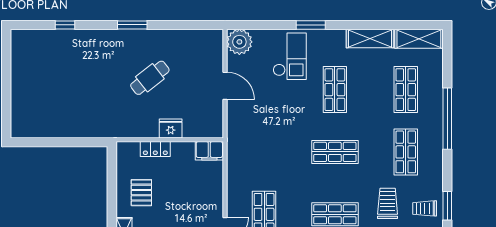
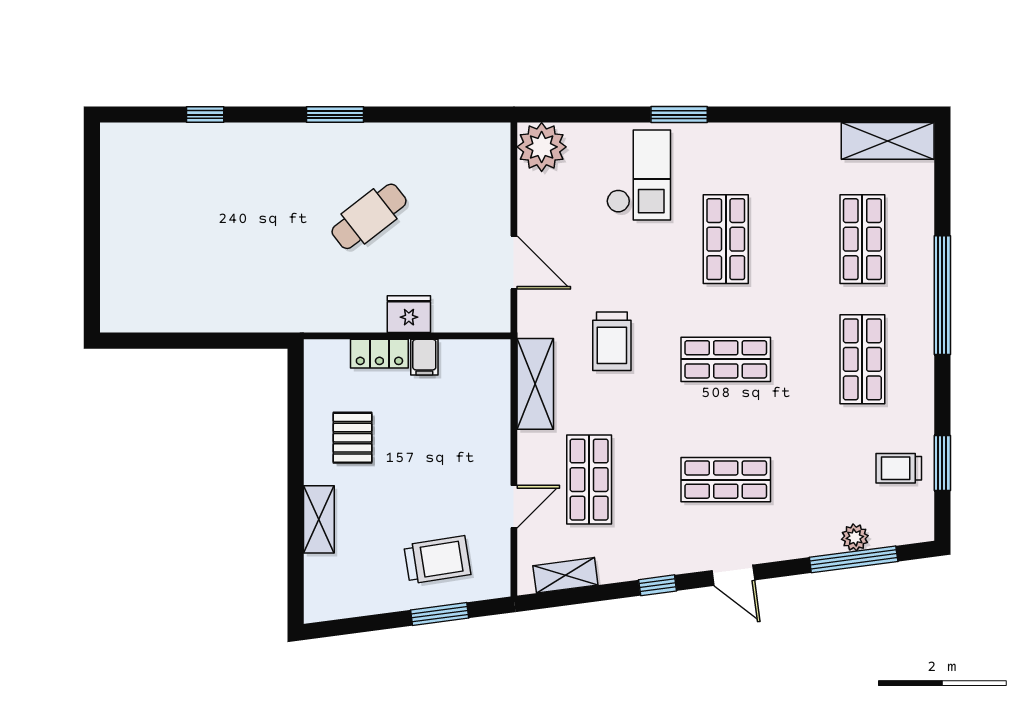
shelving: (370, 39) -> (535, 384), moved, turned 90
door: (225, 86) -> (514, 263), moved
filing cabinet: (209, 151) -> (424, 357), moved, width x0.50
trolley: (388, 203) -> (612, 341), moved, turned 180

